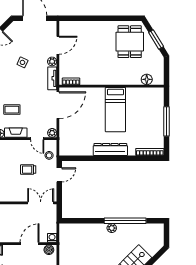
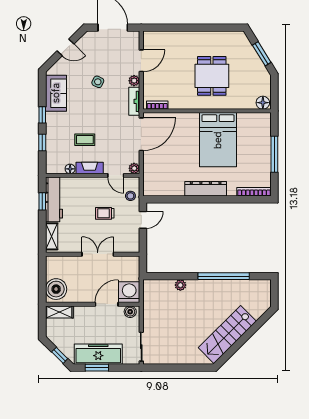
dining table: (130, 42) -> (212, 76), moved
floor lamp: (147, 79) -> (263, 103), moved
bed: (115, 110) -> (218, 140), width x1.50
double door: (41, 203) -> (98, 254), moved
plant: (112, 228) -> (180, 285), moved
washing machine: (52, 238) -> (129, 292), width x1.89, depth x1.89

